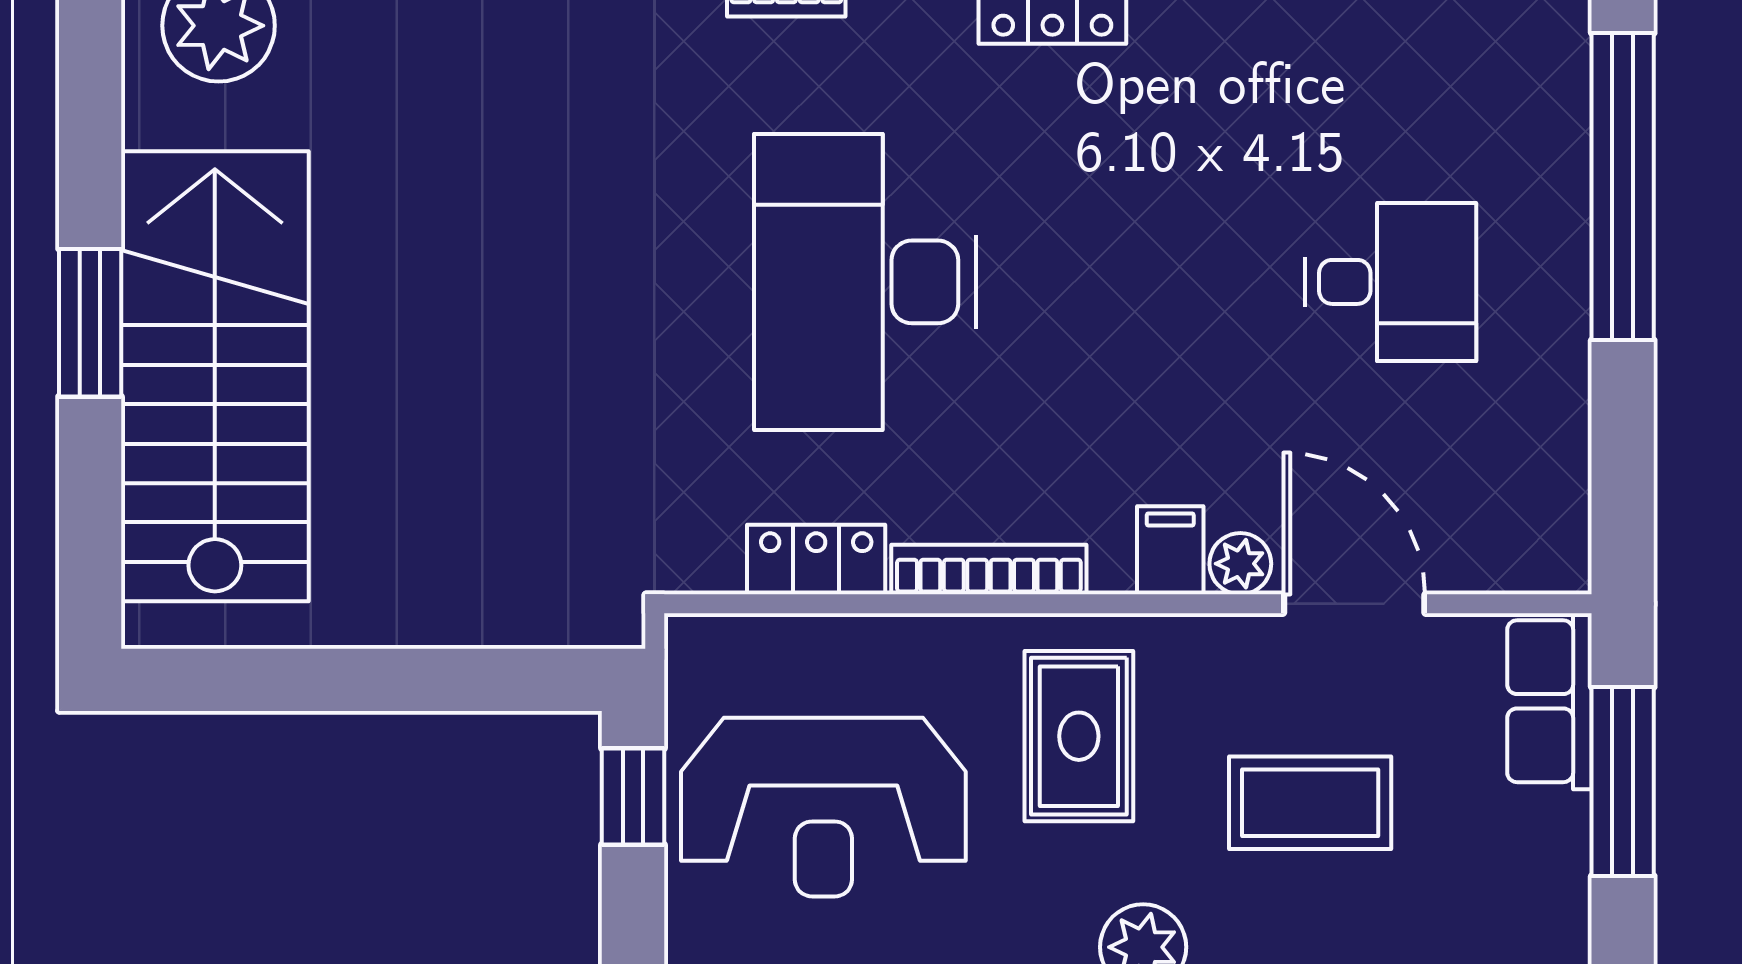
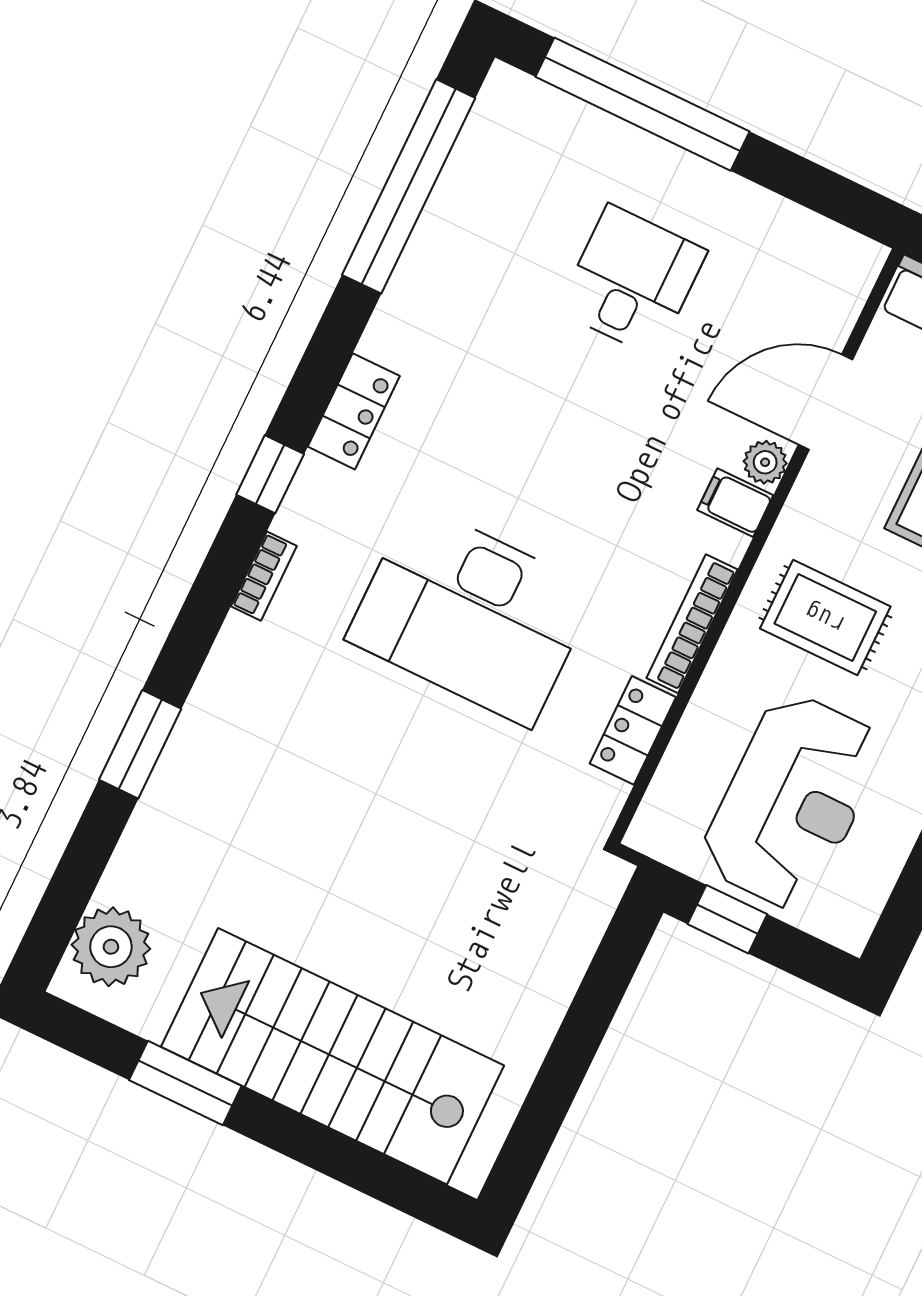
window: (90, 323) -> (185, 1083), moved

